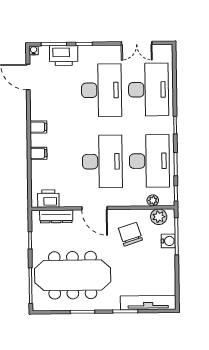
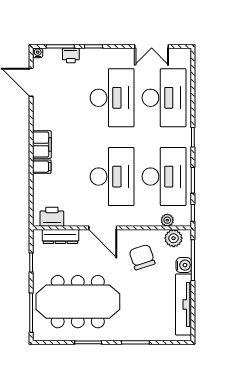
printer: (64, 56) -> (71, 55), width x0.53, depth x0.68
filing cabinet: (38, 127) -> (42, 145), width x2.00
tv unit: (148, 303) -> (184, 305), moved, turned -90

